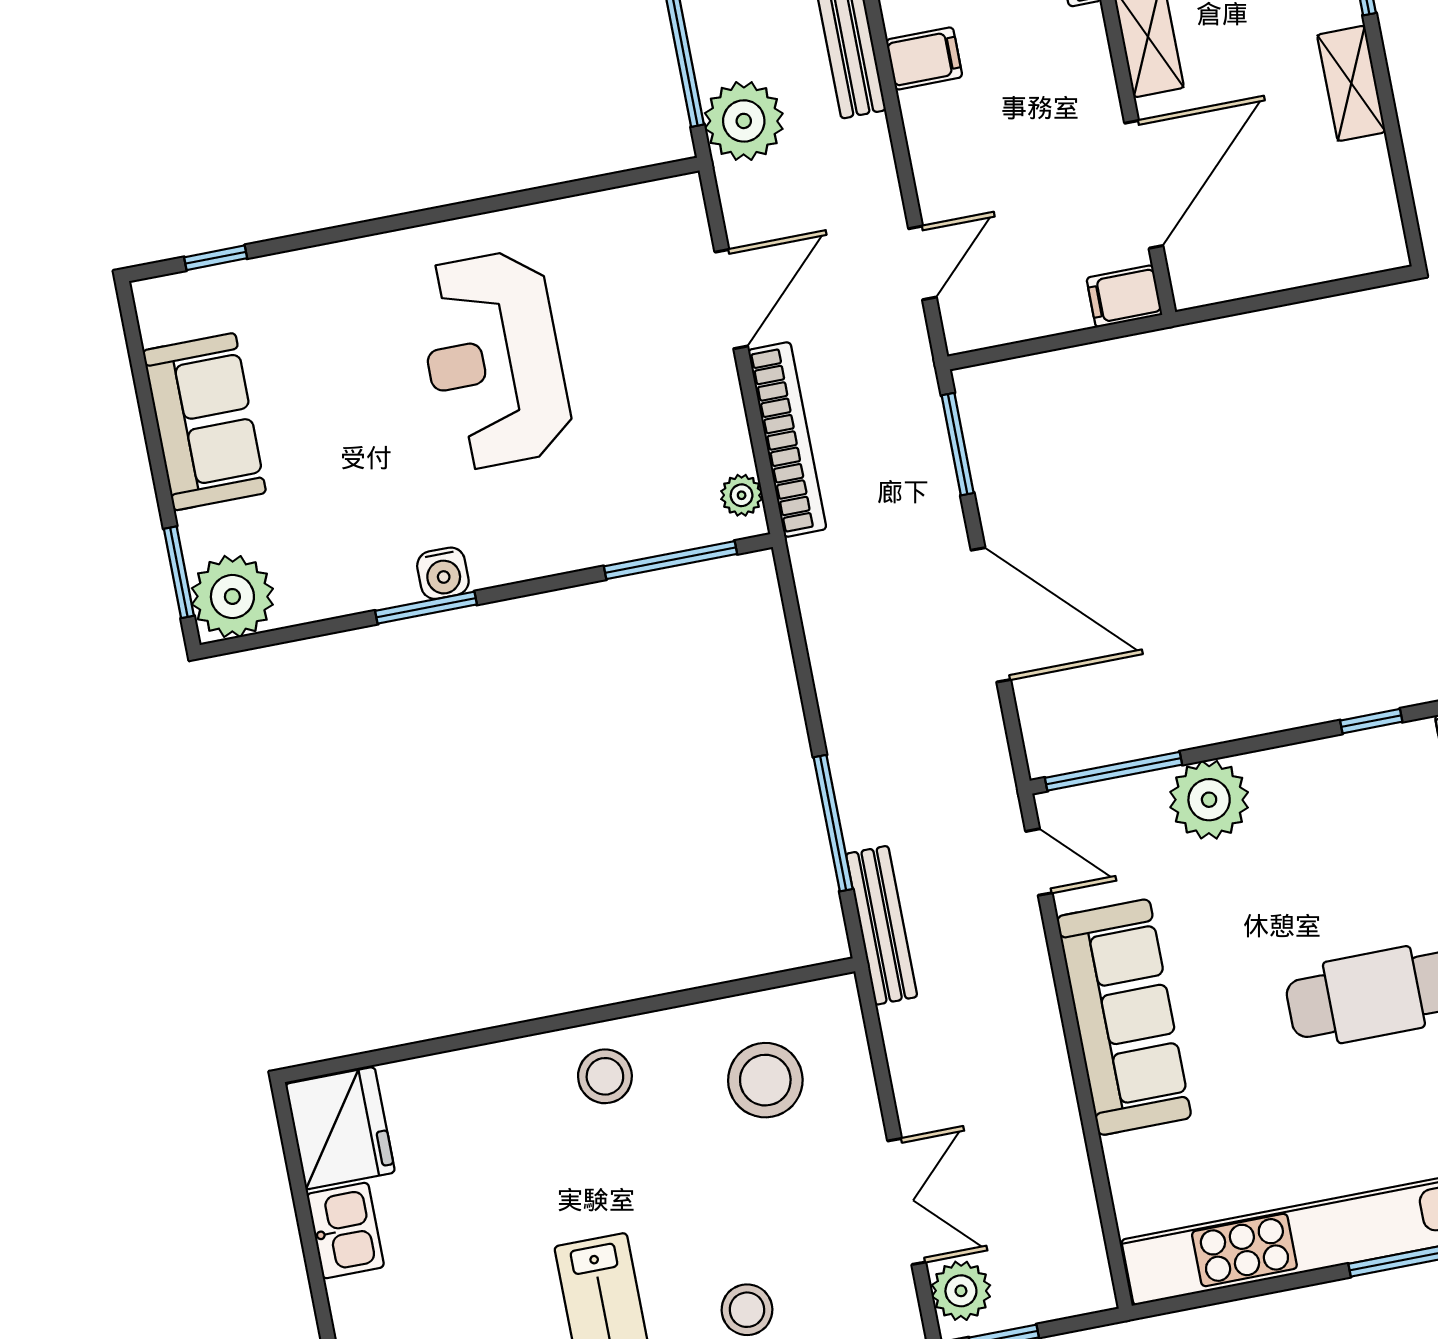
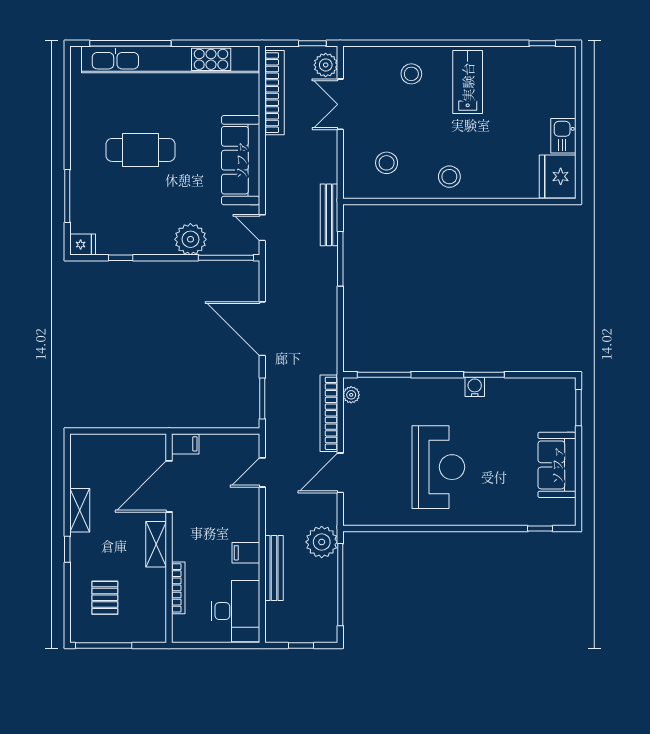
plant: (232, 596) -> (559, 394), removed
stool: (765, 1080) -> (387, 163), width x0.73, depth x0.73
bookcase: (1073, 1199) -> (274, 93), added

